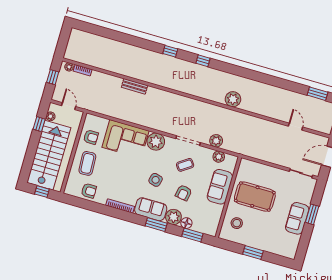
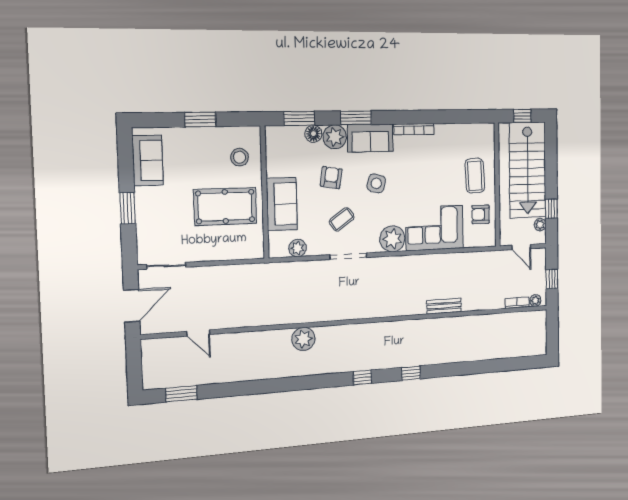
plant: (216, 141) -> (309, 270), removed
armchair: (89, 191) -> (462, 137), removed
sofa: (297, 218) -> (148, 160), moved

